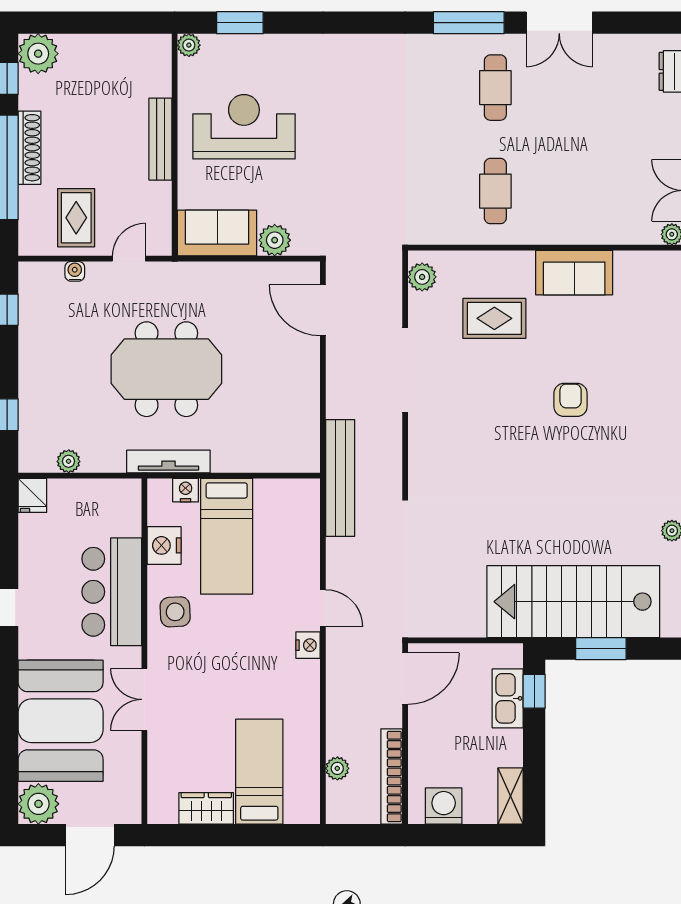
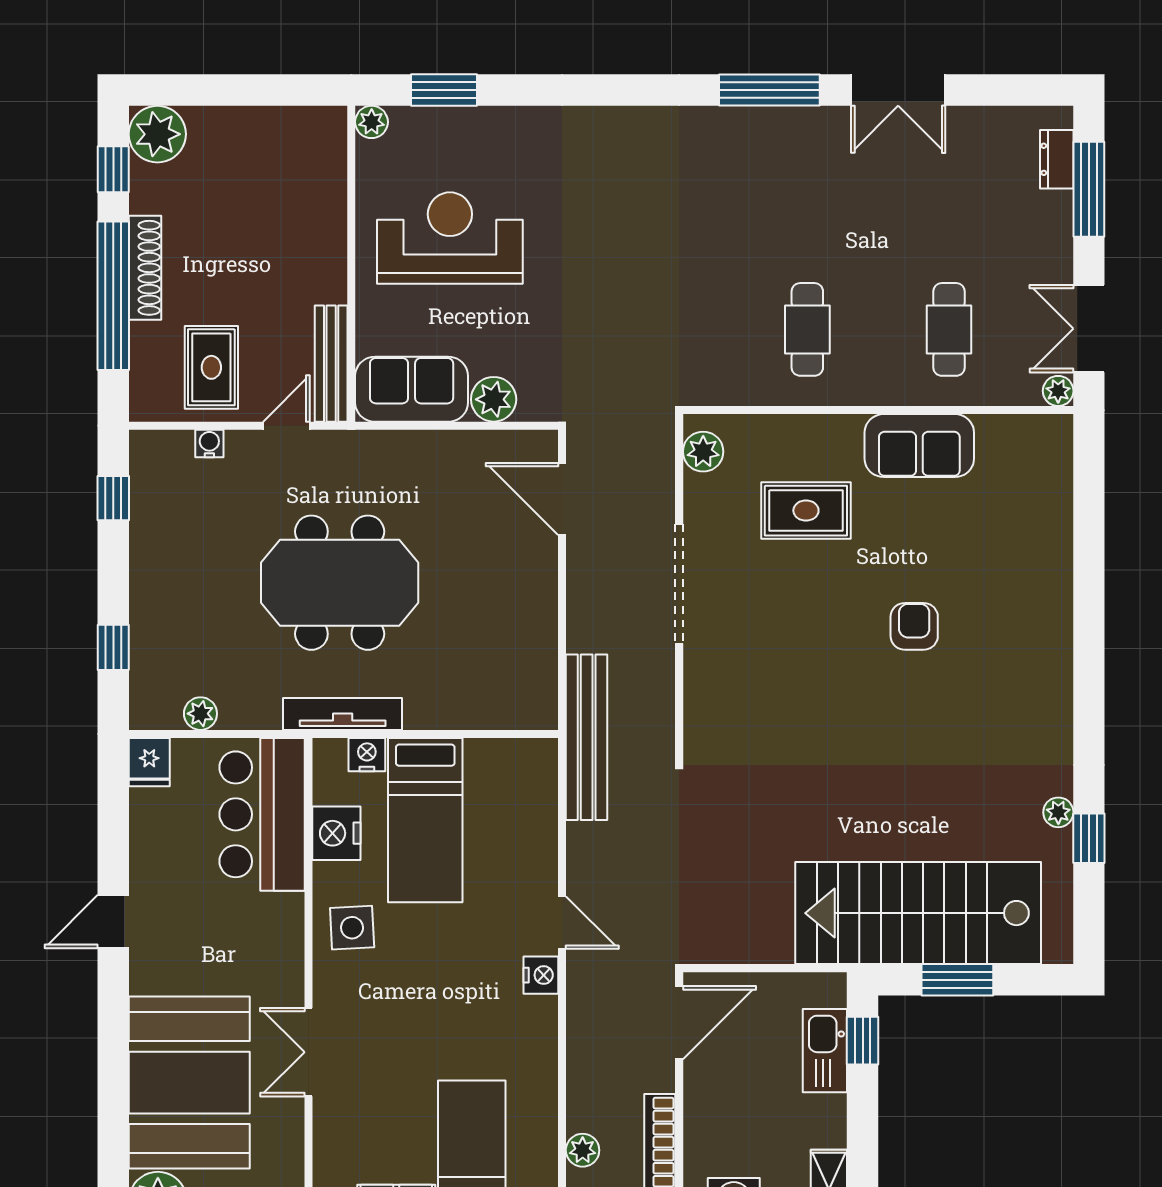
cafe table: (495, 88) -> (949, 329), moved
bench: (160, 139) -> (331, 364), moved
bar counter: (112, 592) -> (262, 814), moved

